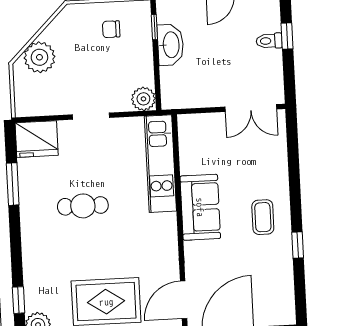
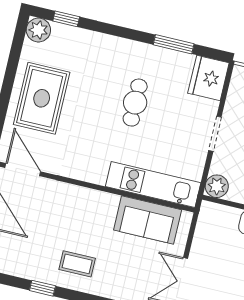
sofa: (200, 207) -> (148, 220), moved

